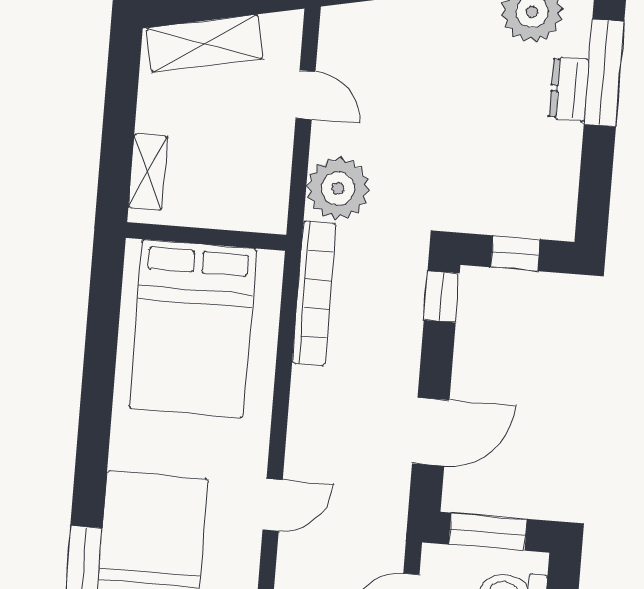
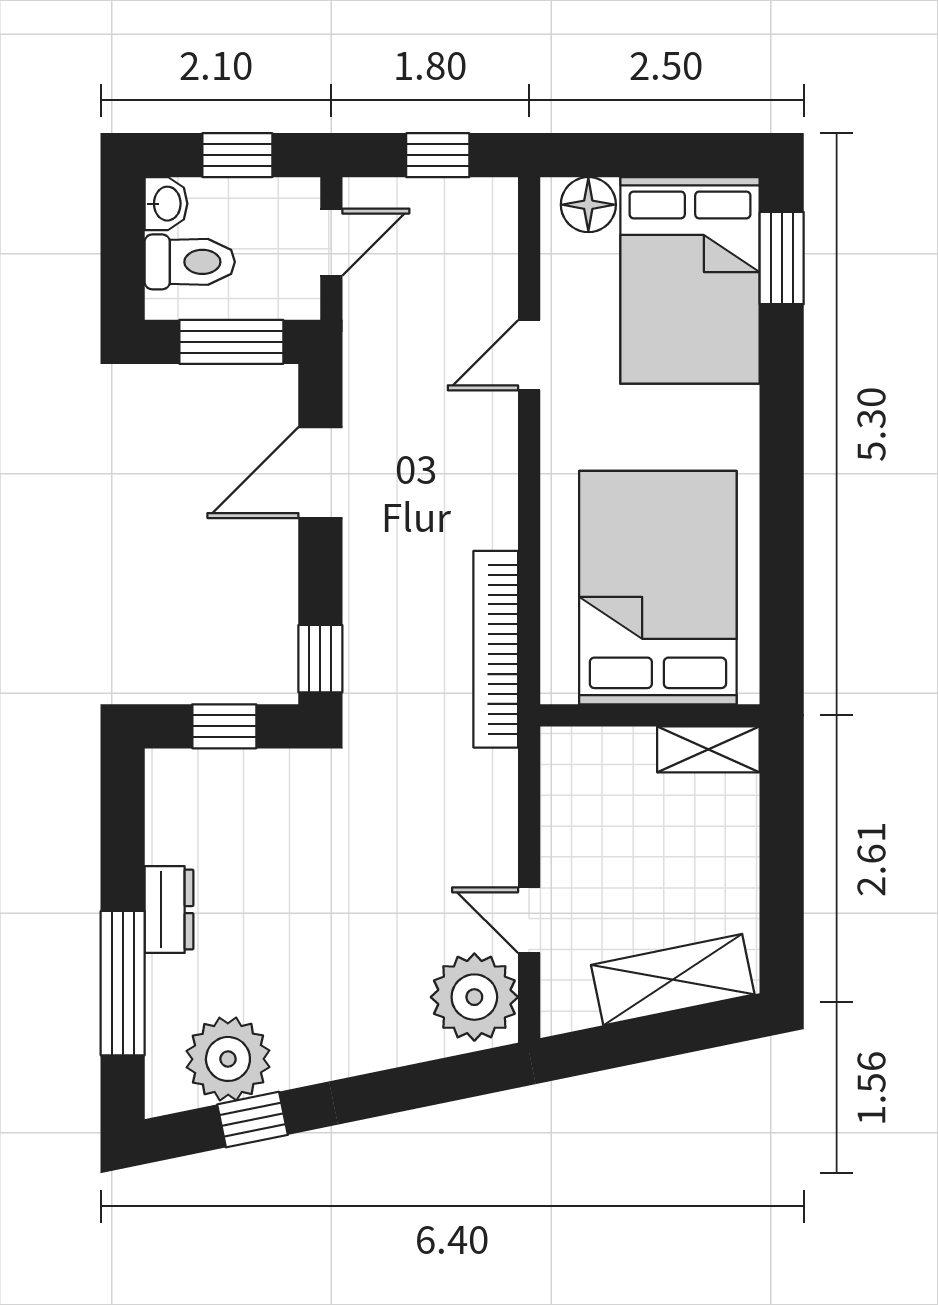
dresser: (569, 89) -> (169, 910), moved
shelving: (148, 172) -> (708, 749), moved, turned 90
plant: (338, 188) -> (474, 997), moved

